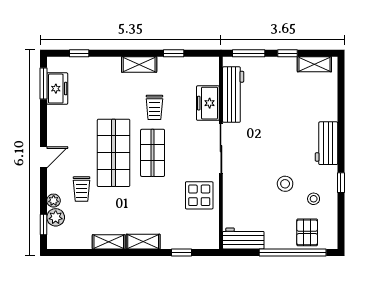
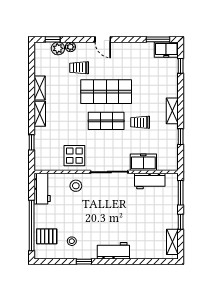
freezer: (57, 89) -> (166, 50), moved
workbench: (233, 95) -> (150, 181), width x0.73
stool: (285, 184) -> (76, 186), moved

